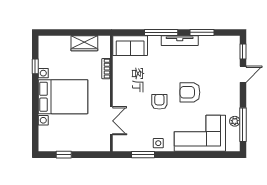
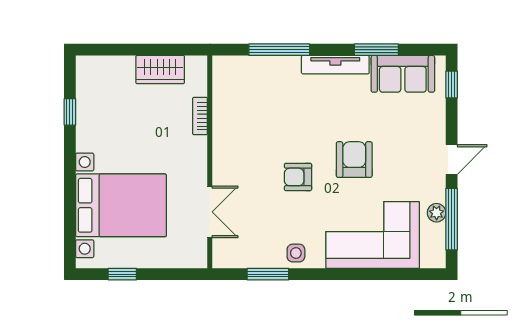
window: (161, 32) -> (279, 50), moved
sofa: (130, 46) -> (403, 74), moved
door: (243, 74) -> (452, 160), moved
armchair: (190, 92) -> (354, 160), turned 90
bed with nightstands: (63, 97) -> (121, 205), moved
armchair: (159, 102) -> (298, 177), turned -90

